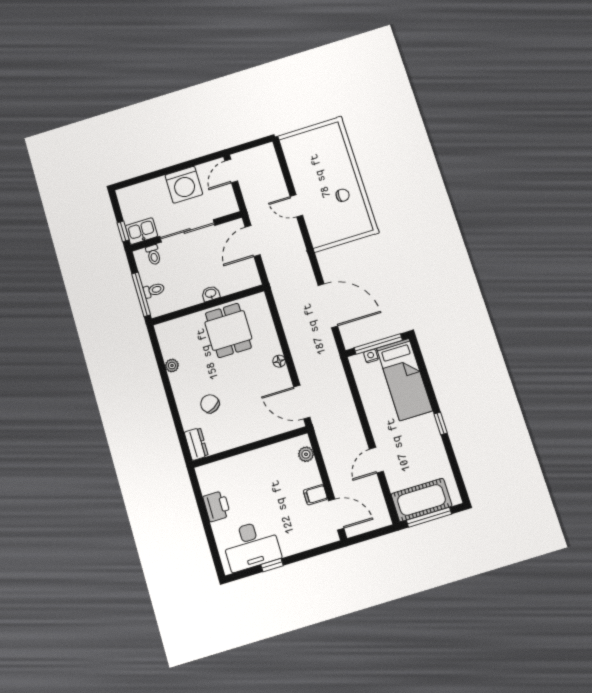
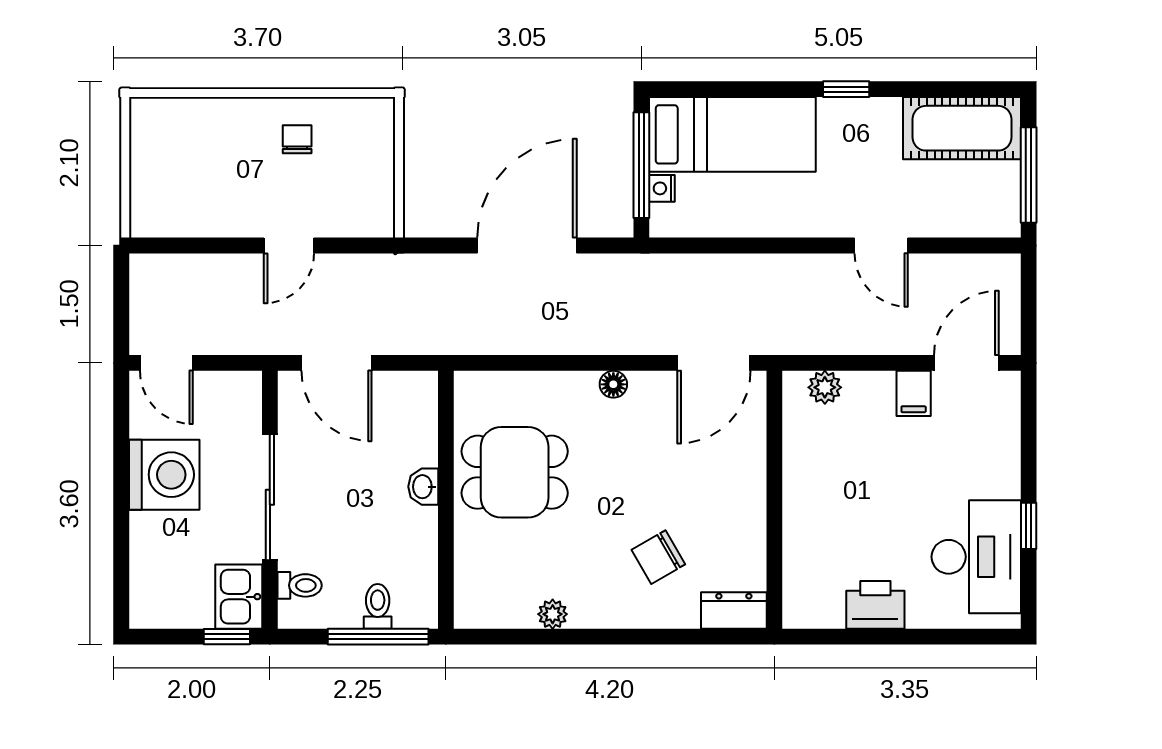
cot: (421, 500) -> (962, 128), moved, turned 90

